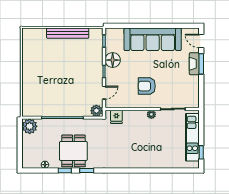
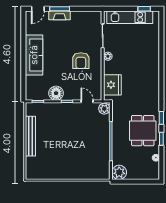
sofa: (153, 39) -> (34, 55), width x0.74, depth x0.79
fridge: (116, 117) -> (112, 85), width x1.88, depth x1.34
dining table: (73, 151) -> (143, 131), turned 90

